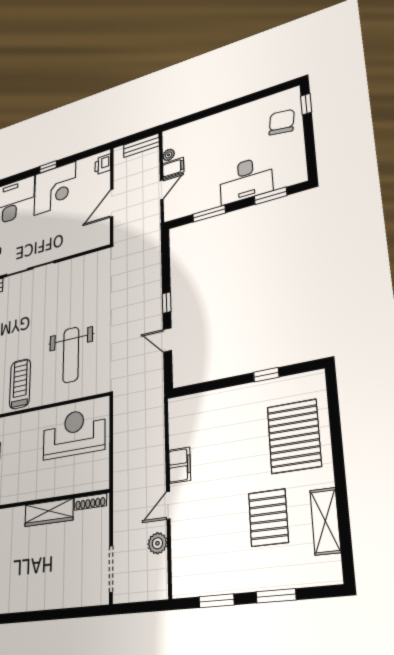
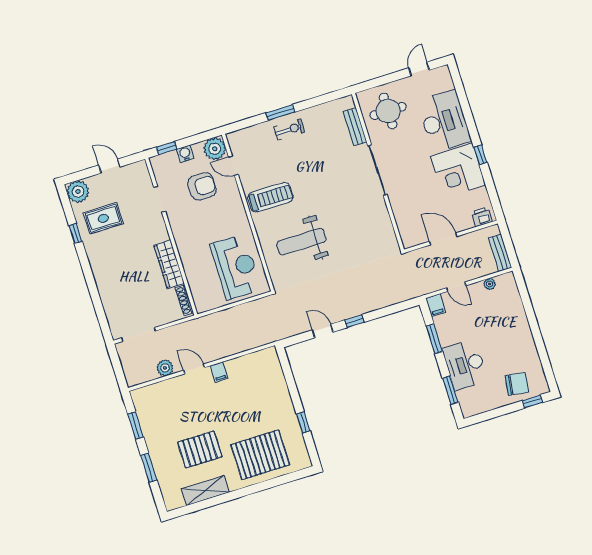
filing cabinet: (173, 168) -> (436, 305), moved
door: (167, 340) -> (323, 331), hinge flipped
filing cabinet: (180, 465) -> (219, 372), width x0.50

